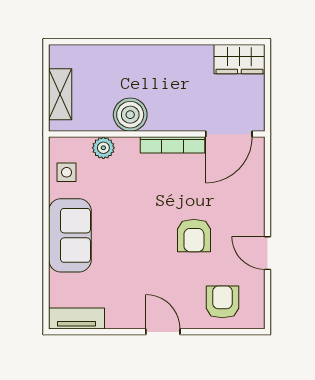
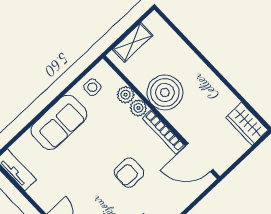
boiler: (130, 115) -> (165, 92), width x1.37, depth x1.37
plant: (127, 147) -> (138, 108), added
armchair: (194, 235) -> (129, 173), moved

